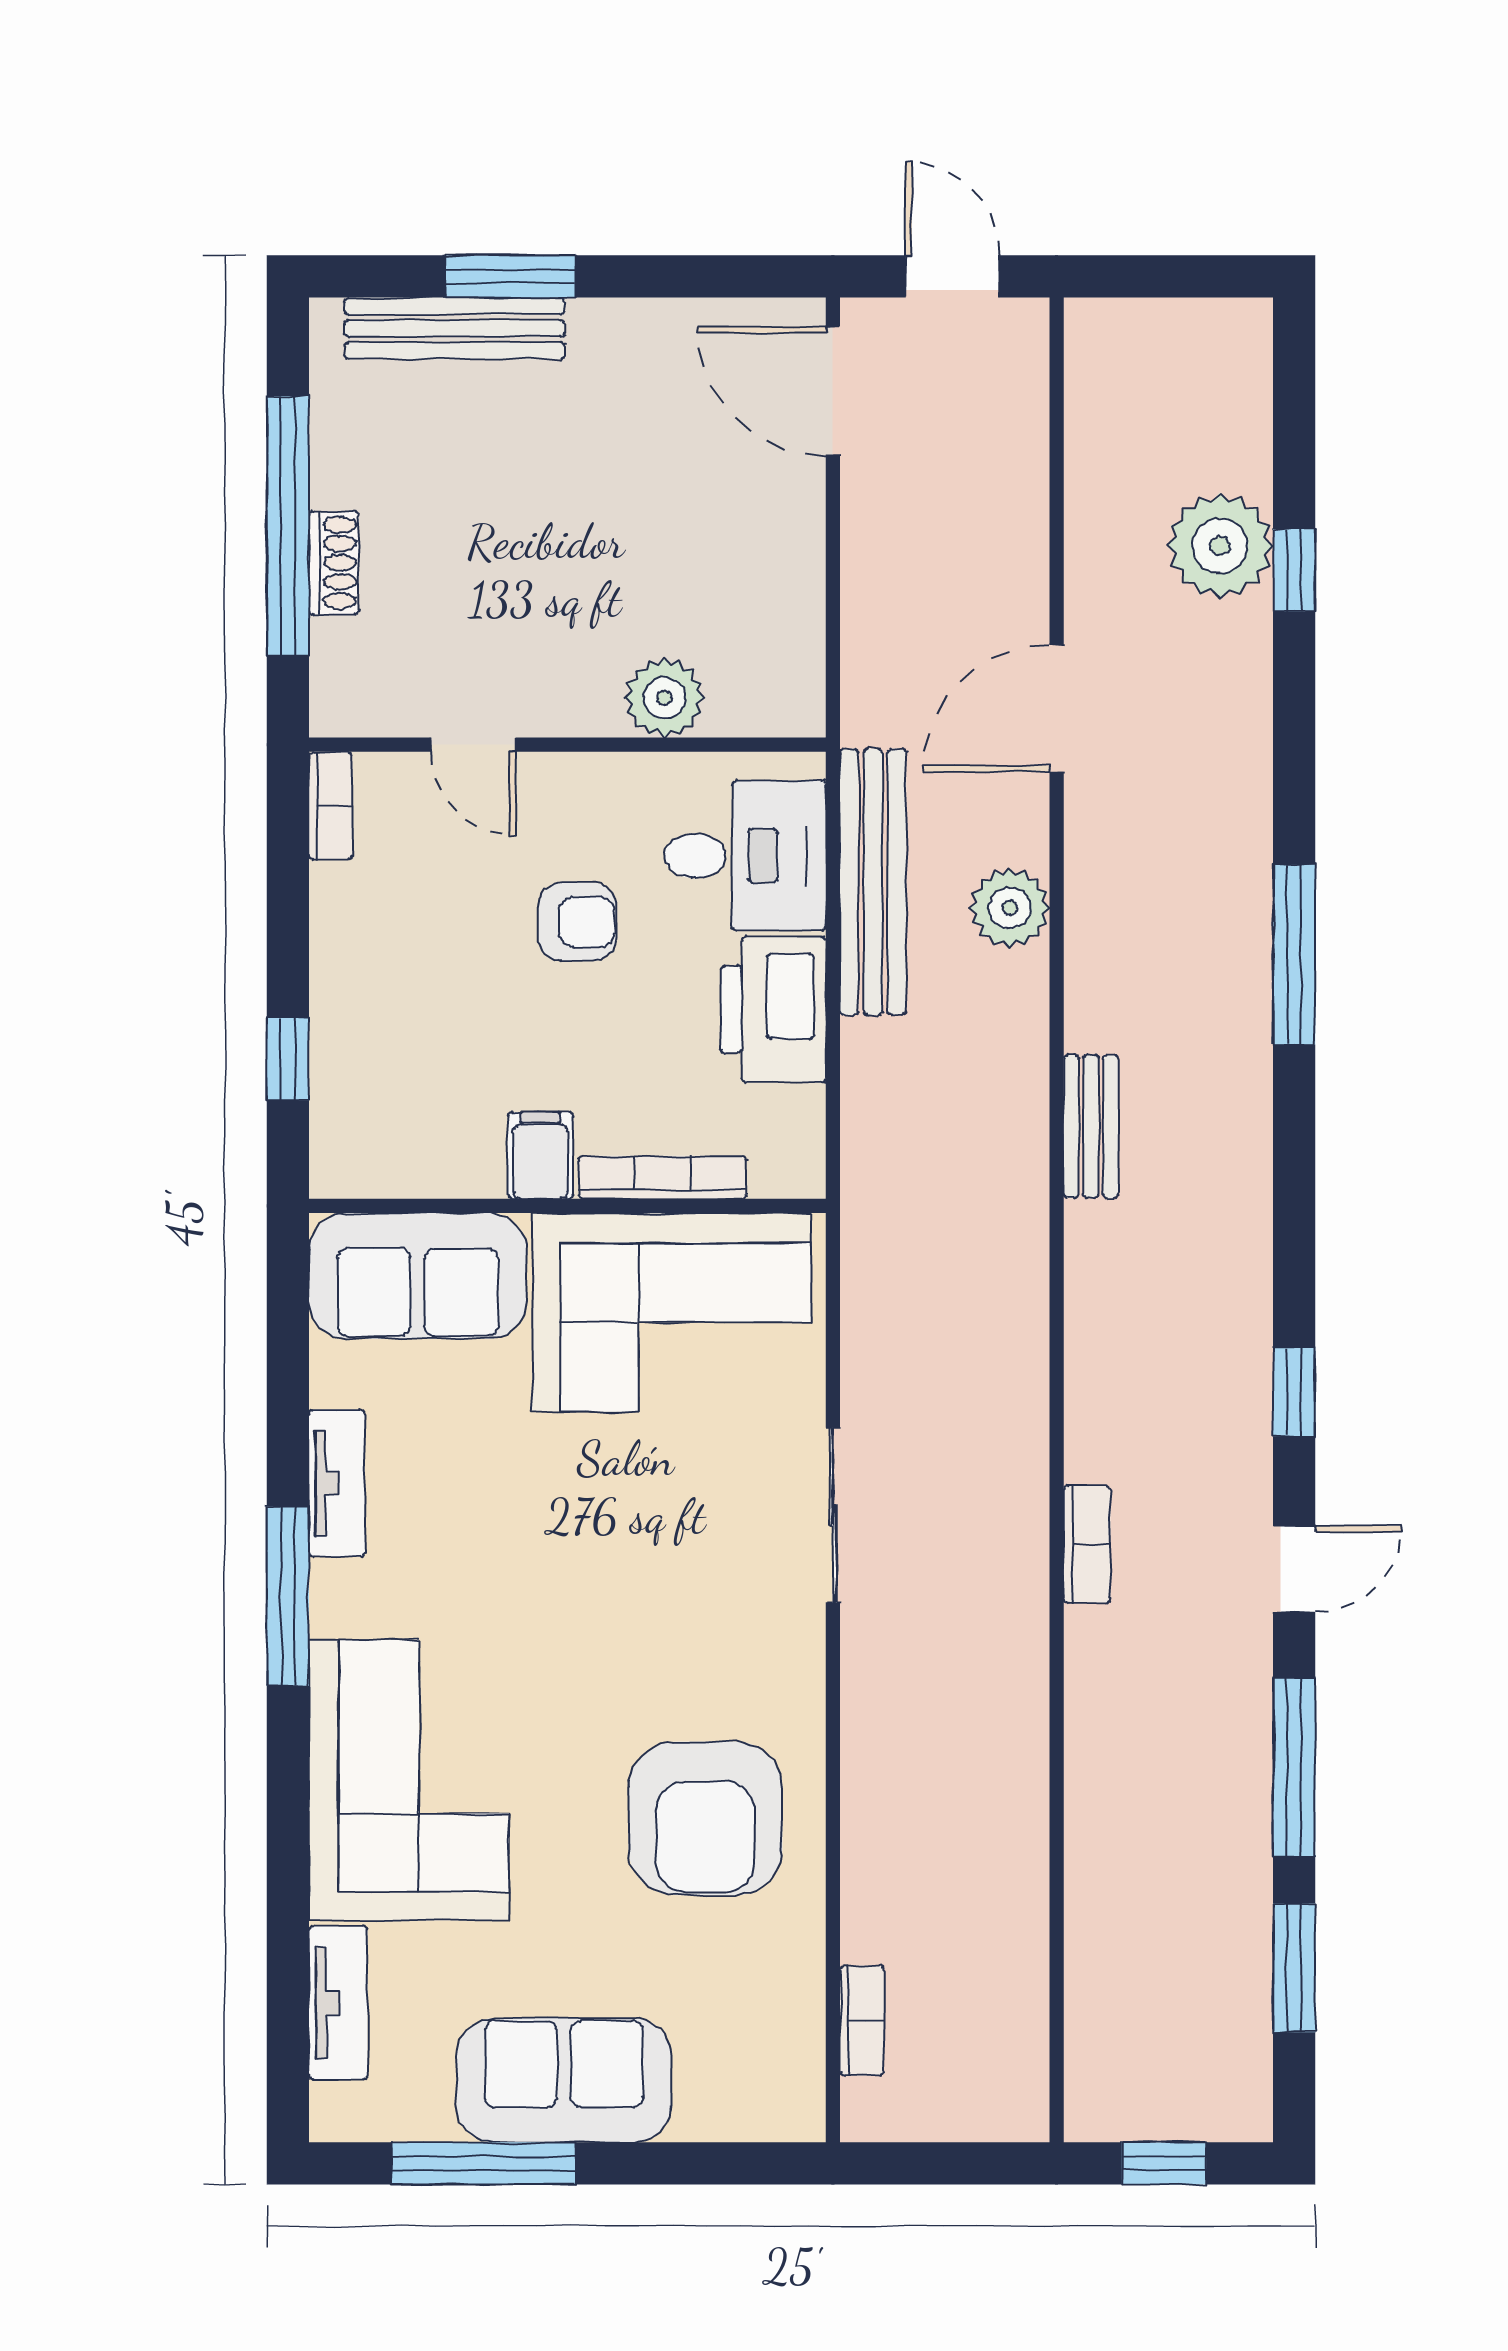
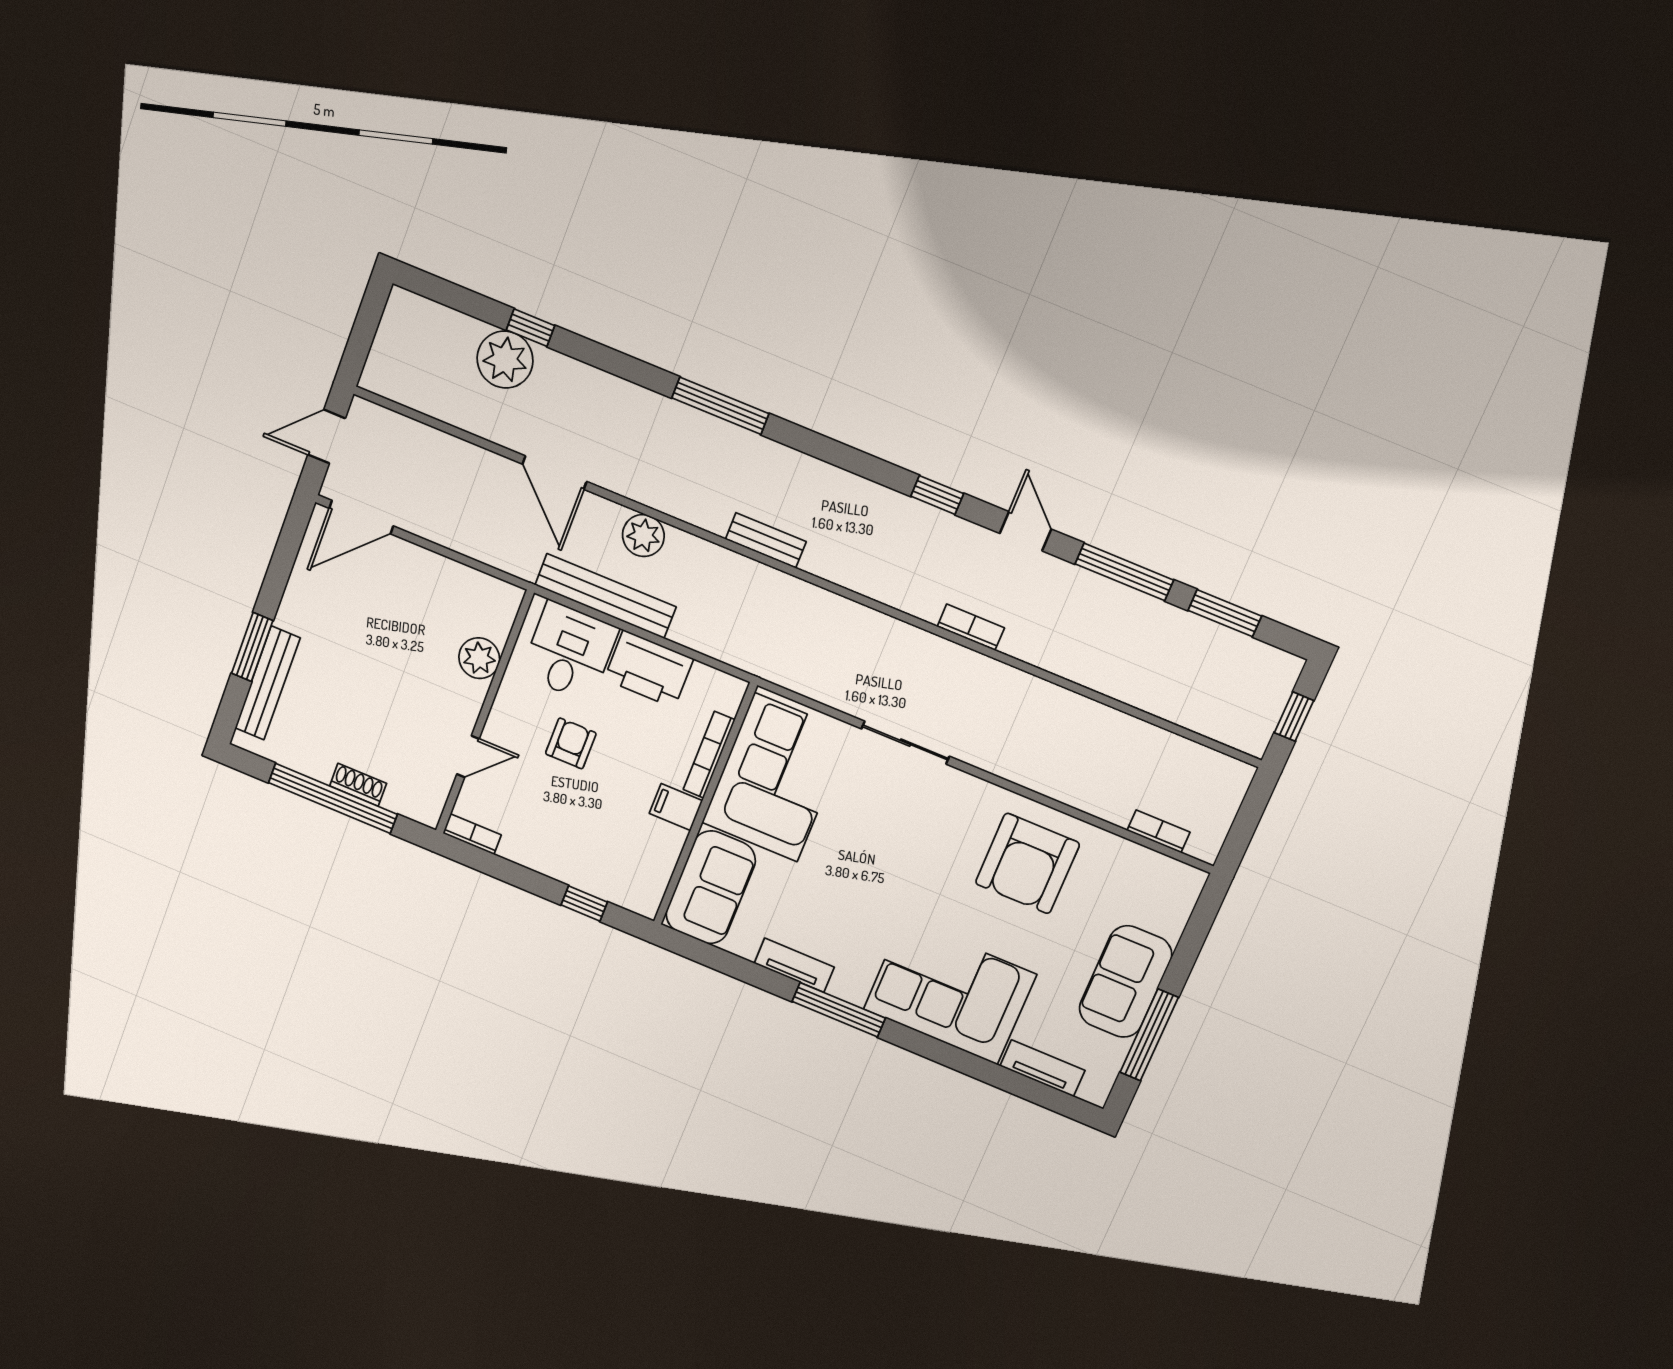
armchair: (705, 1818) -> (1027, 863), turned 90

